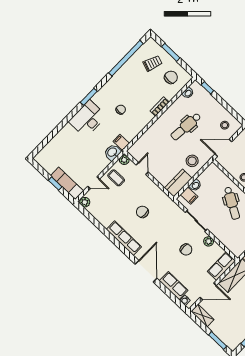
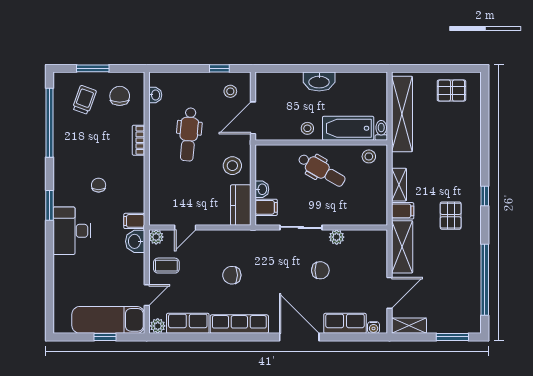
window: (207, 88) -> (219, 68), moved
door: (142, 168) -> (185, 227), swing flipped
exam couch: (67, 183) -> (108, 320), width x1.36, depth x1.45
row of seats: (221, 266) -> (188, 323), moved, turned 90

